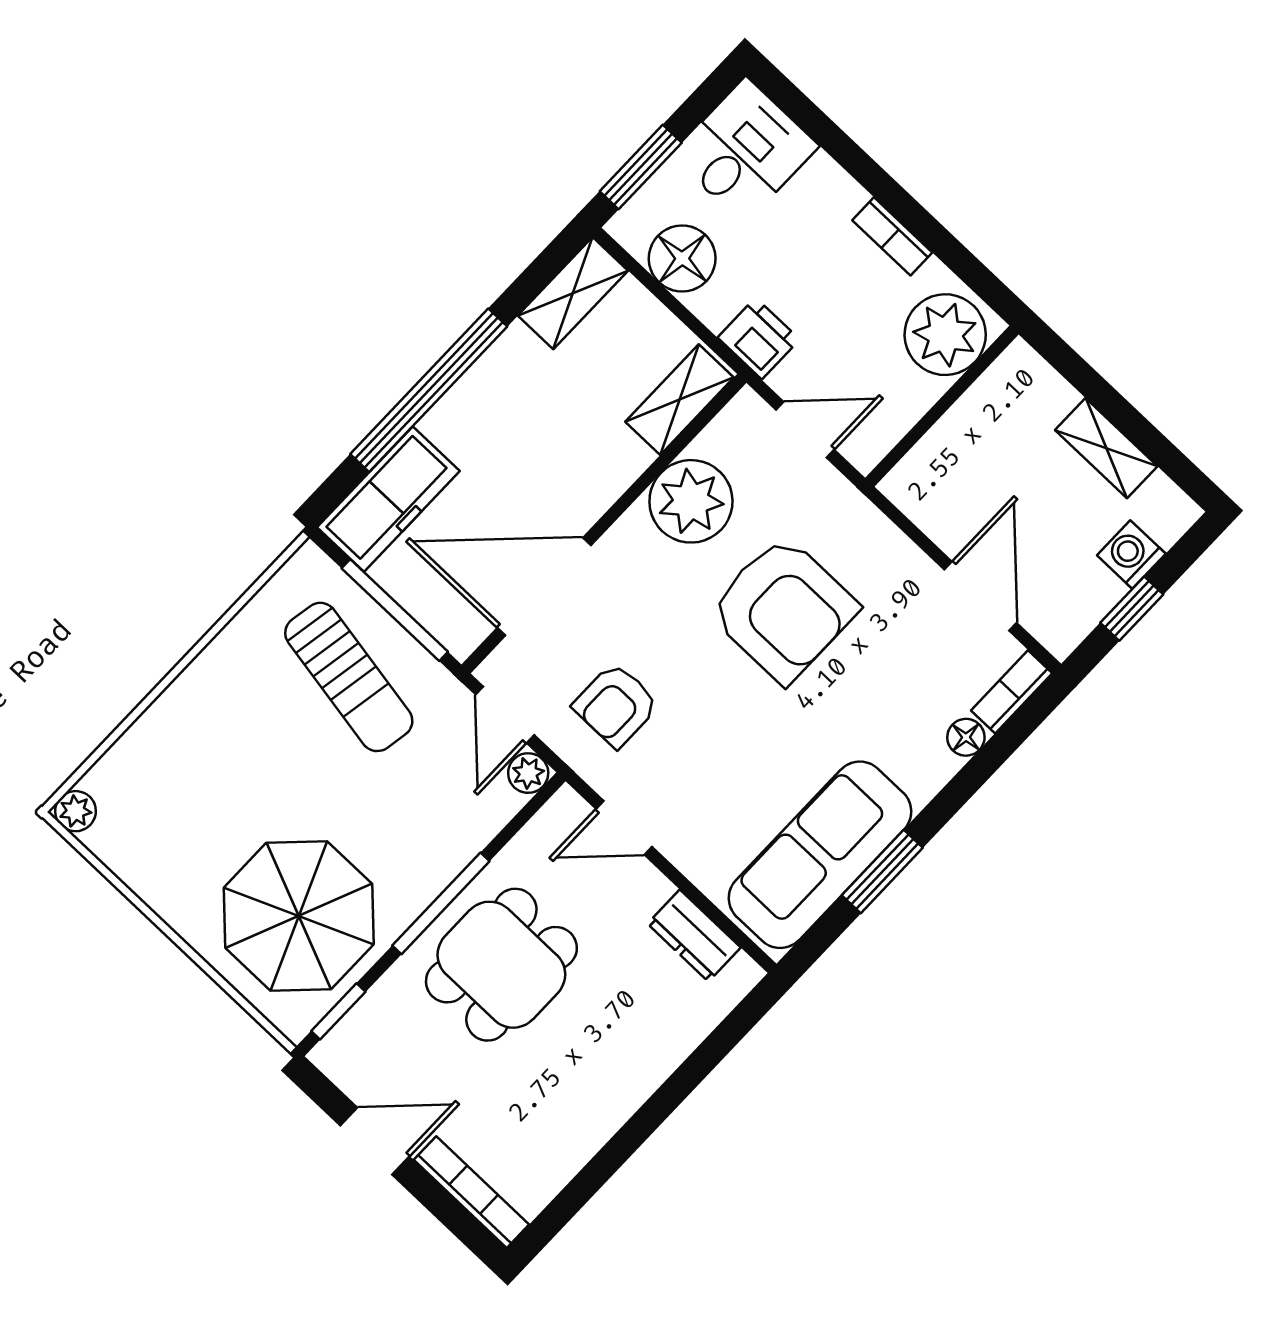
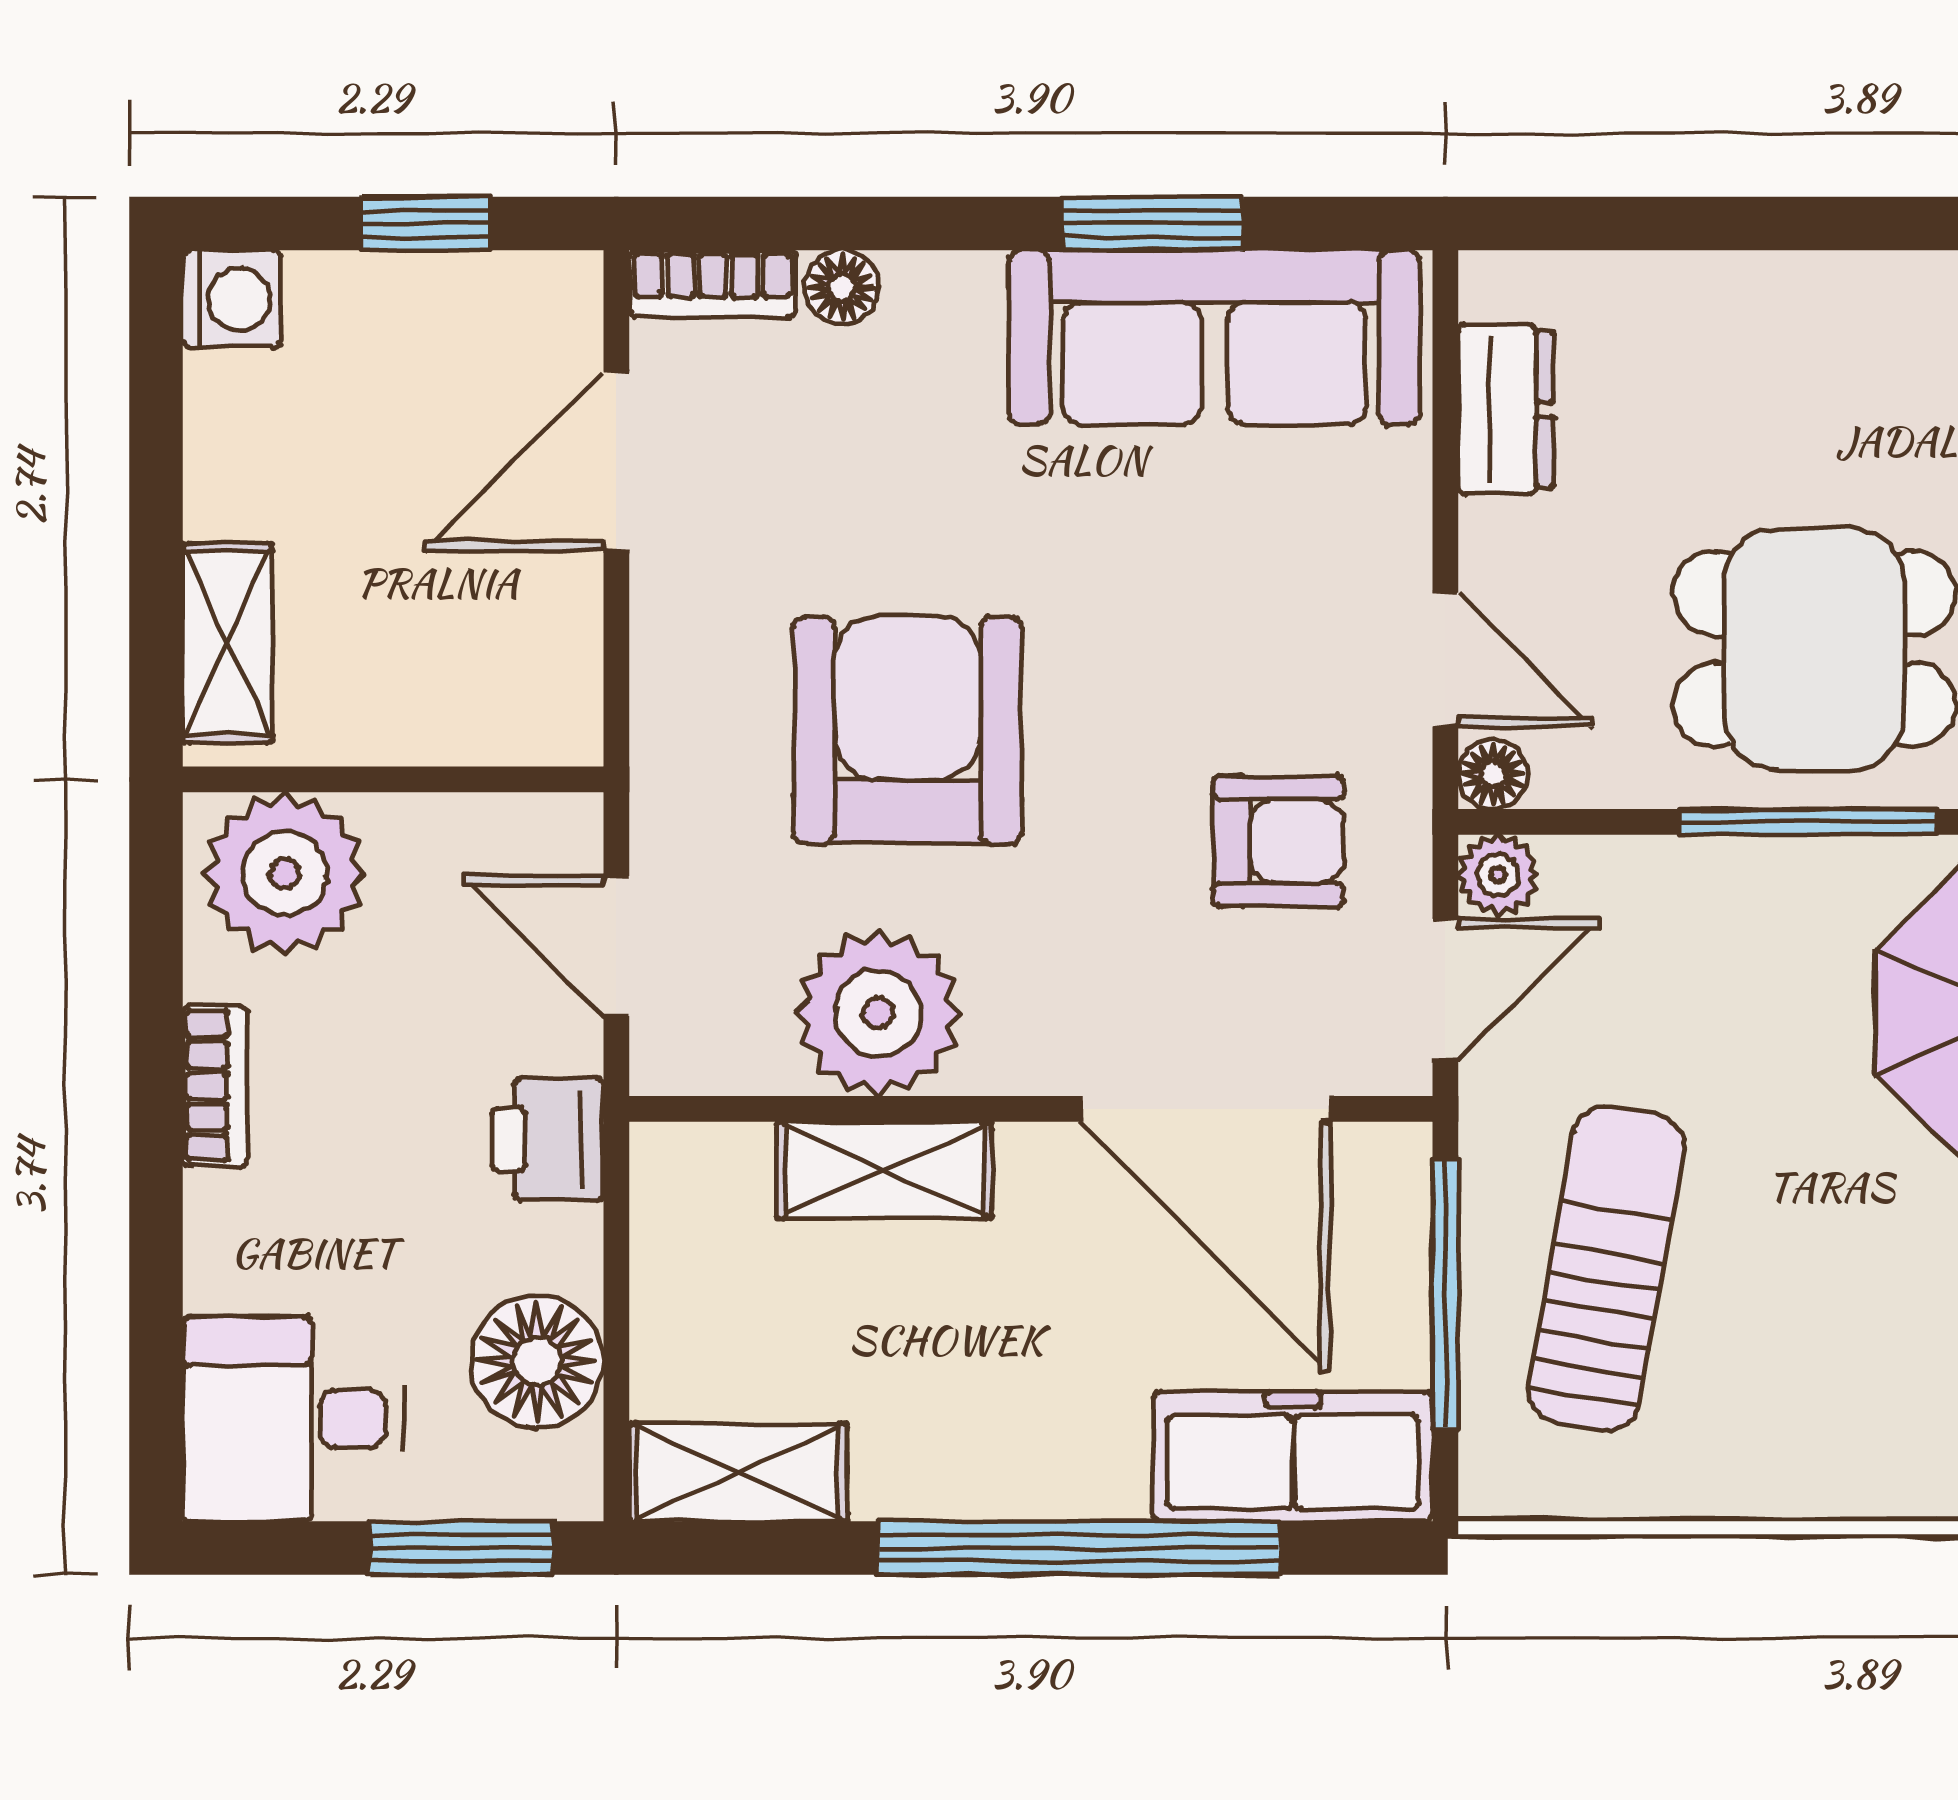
shelving: (680, 400) -> (885, 1170), moved
shelving: (1106, 448) -> (227, 643), moved
washing machine: (1131, 555) -> (231, 299), moved, turned -90
floor lamp: (566, 806) -> (1493, 774), added

